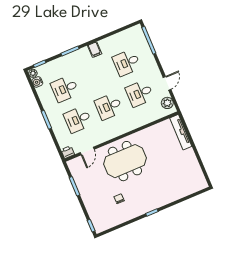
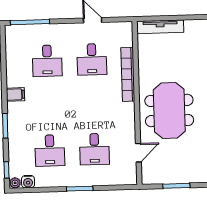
plant: (167, 103) -> (117, 30), removed
desk: (109, 106) -> (93, 104), removed
bookcase: (139, 122) -> (128, 74), added
door: (87, 151) -> (138, 153), hinge flipped
printer: (68, 152) -> (130, 178), removed

